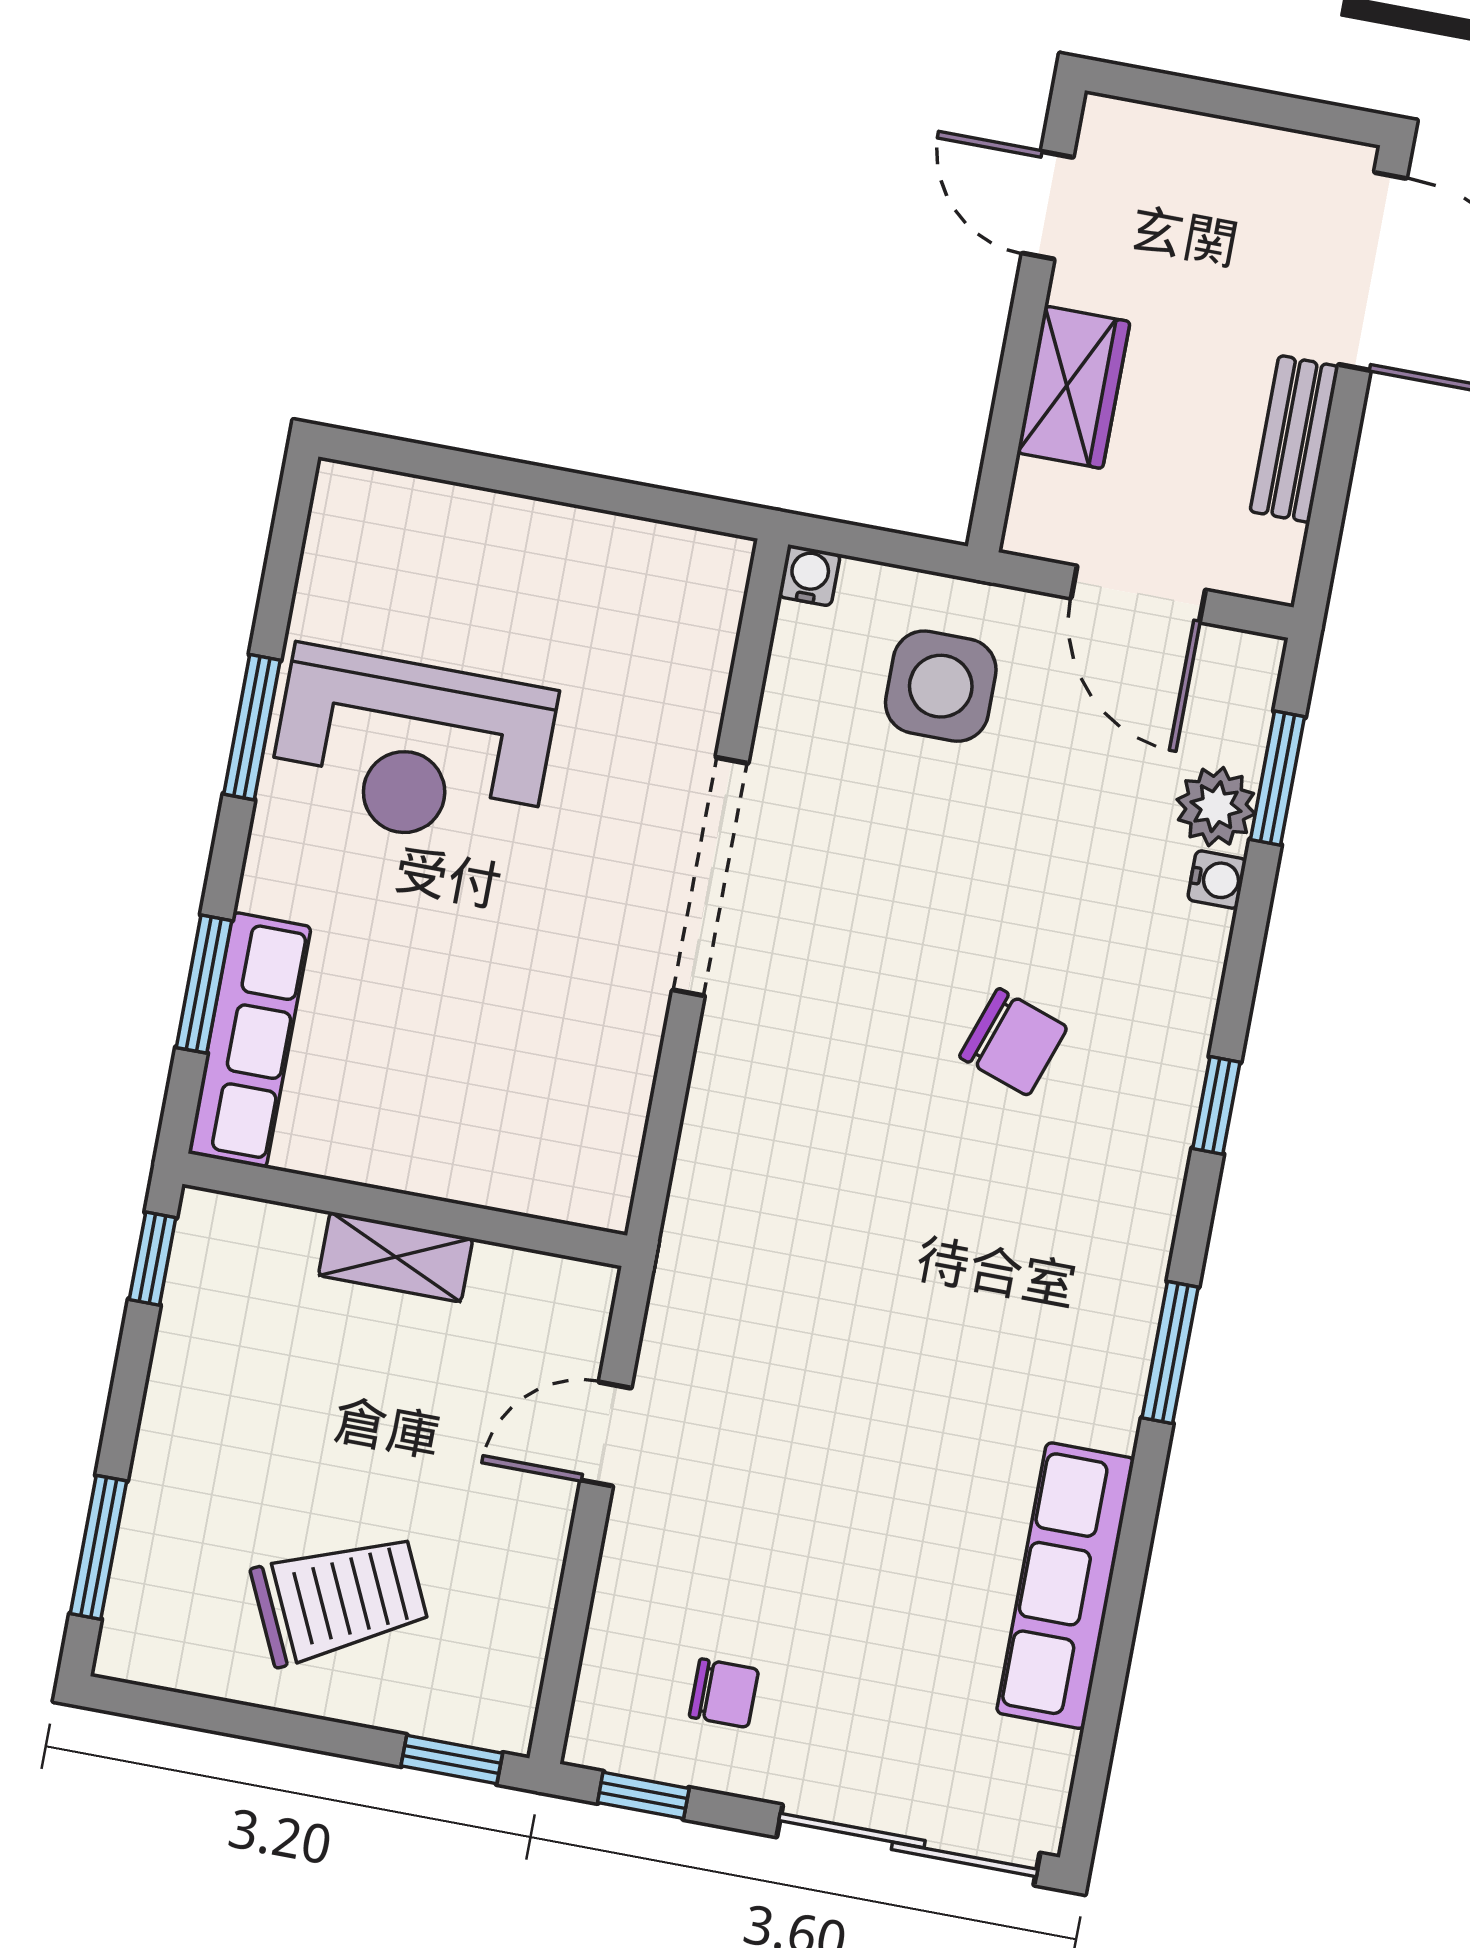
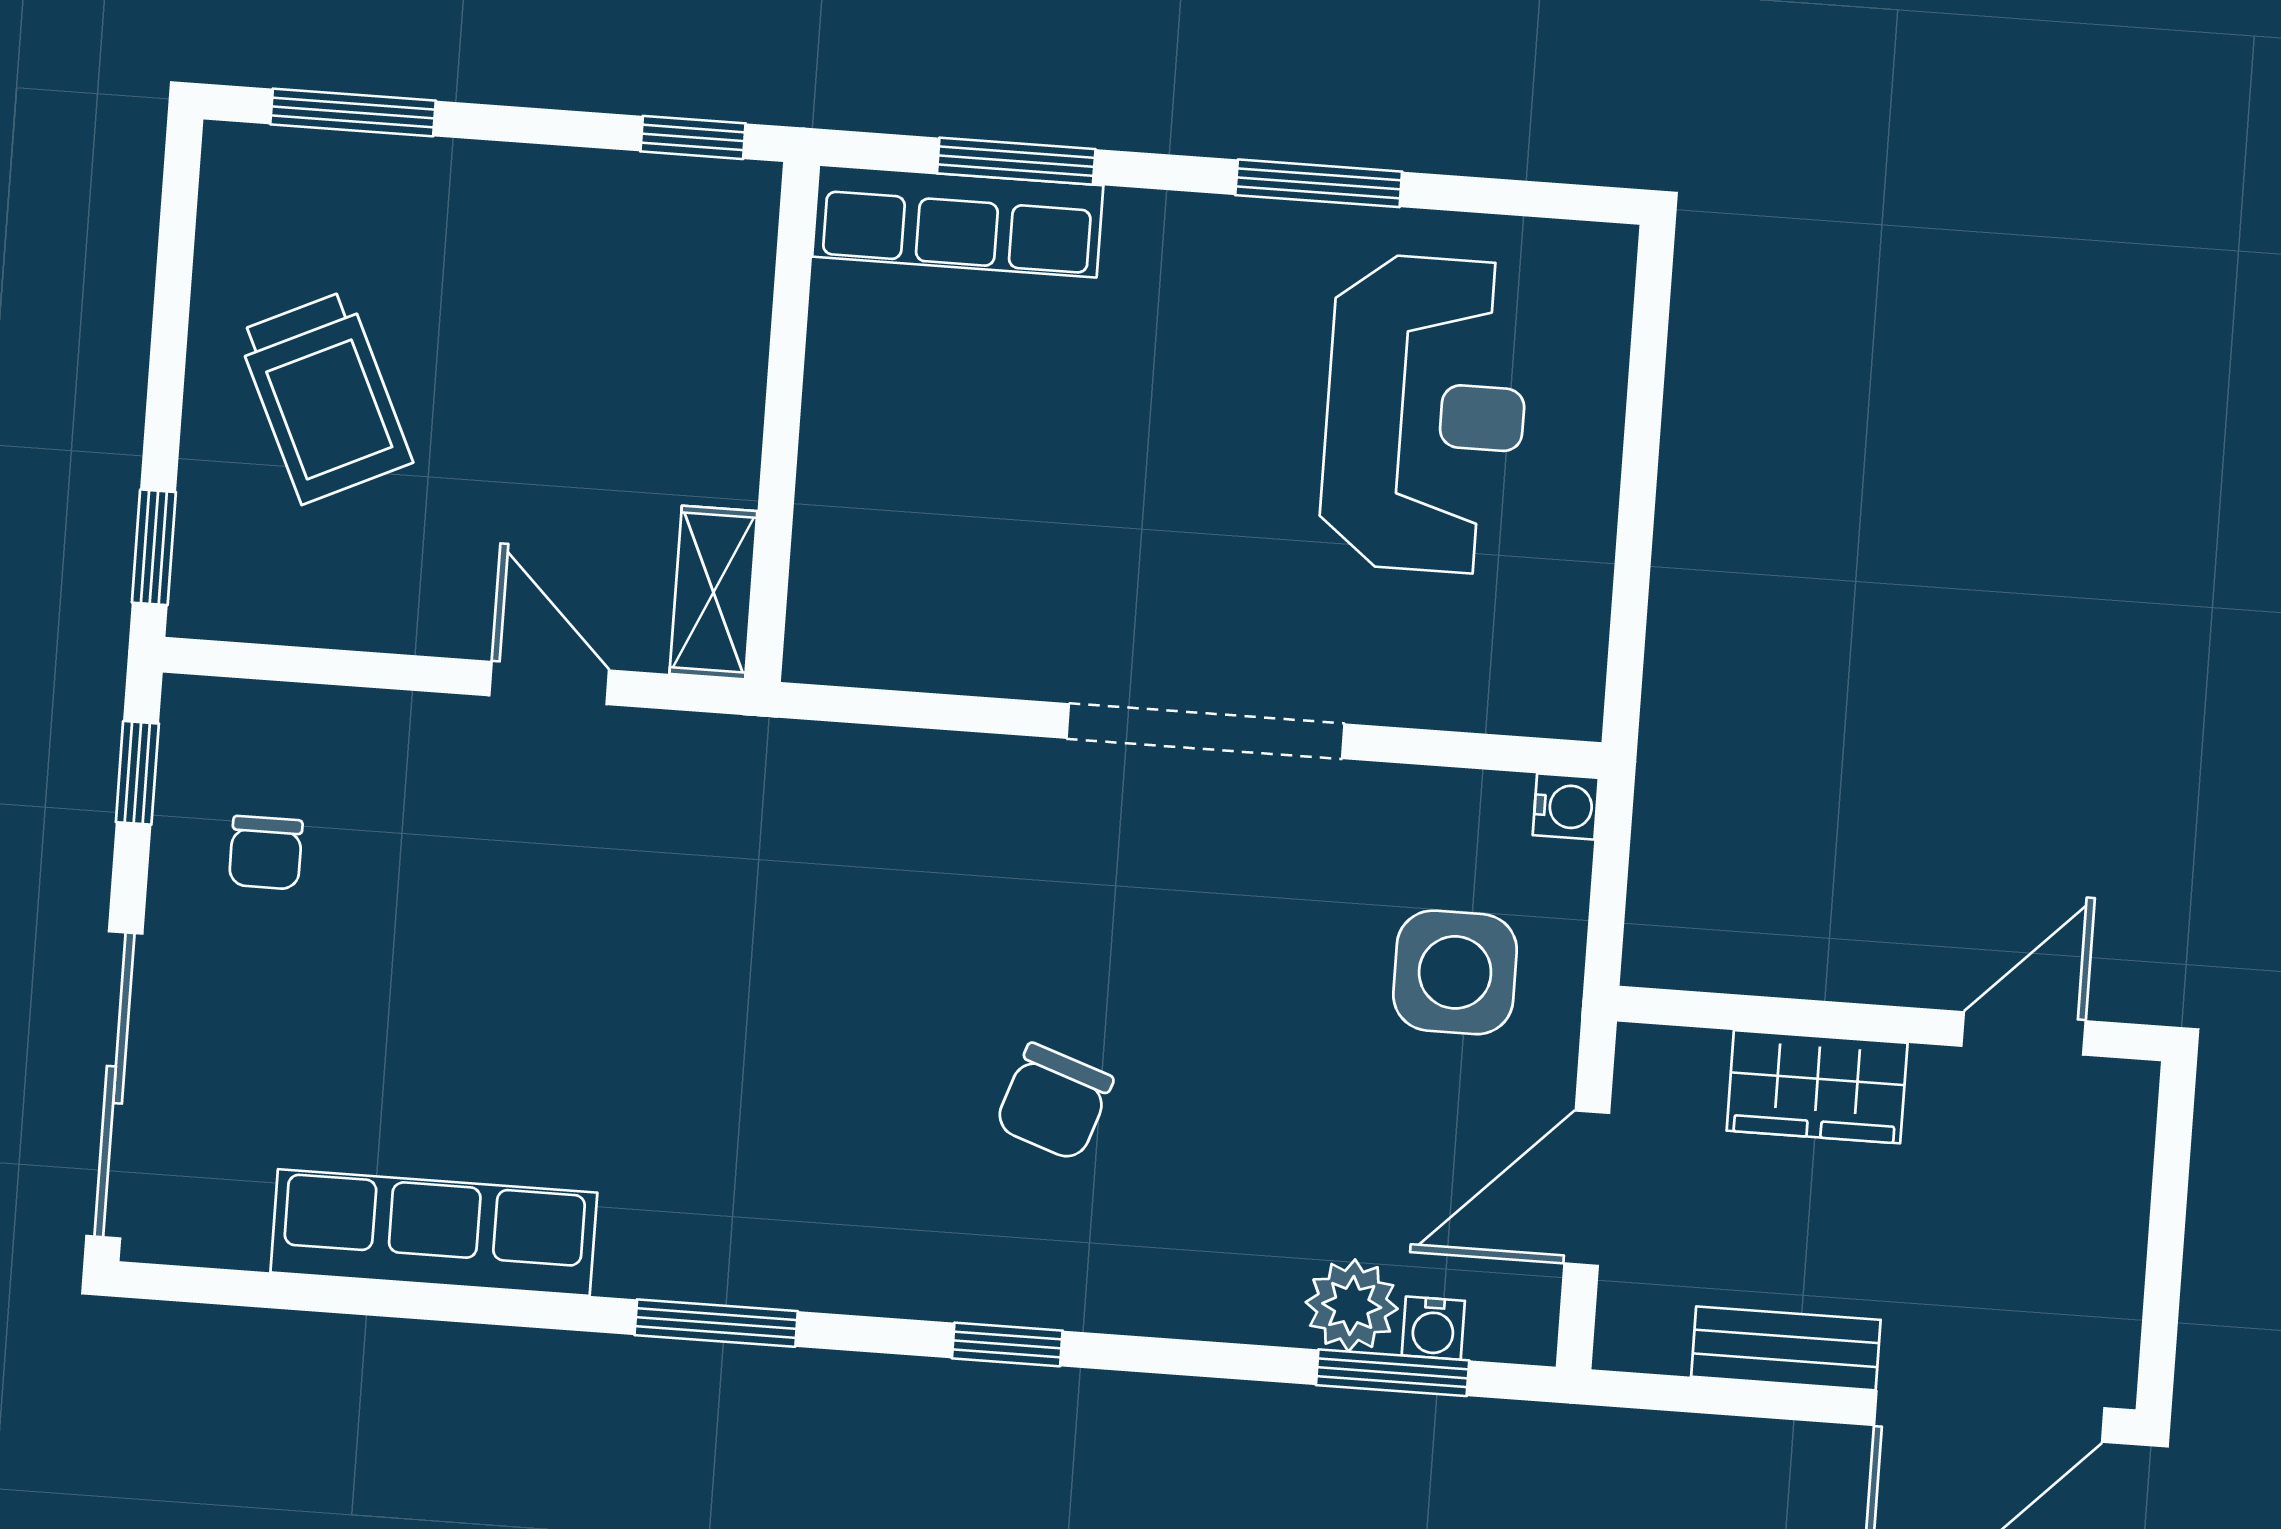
reception desk: (412, 749) -> (1425, 414), moved, turned 180
water cooler: (1217, 880) -> (1433, 1328), moved
shelving: (396, 1257) -> (713, 593), moved

